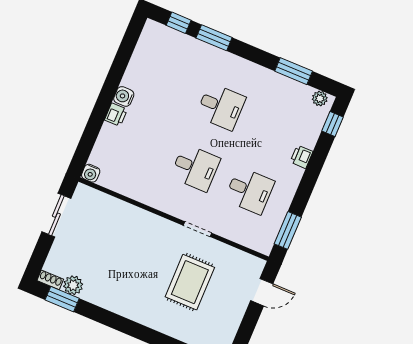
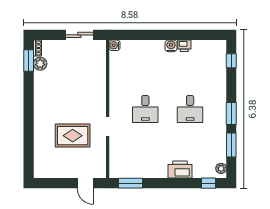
window: (214, 38) -> (231, 113), moved
printer: (116, 115) -> (184, 46), moved
printer: (301, 157) -> (180, 170), width x1.87, depth x1.48
desk: (250, 191) -> (145, 149), removed

